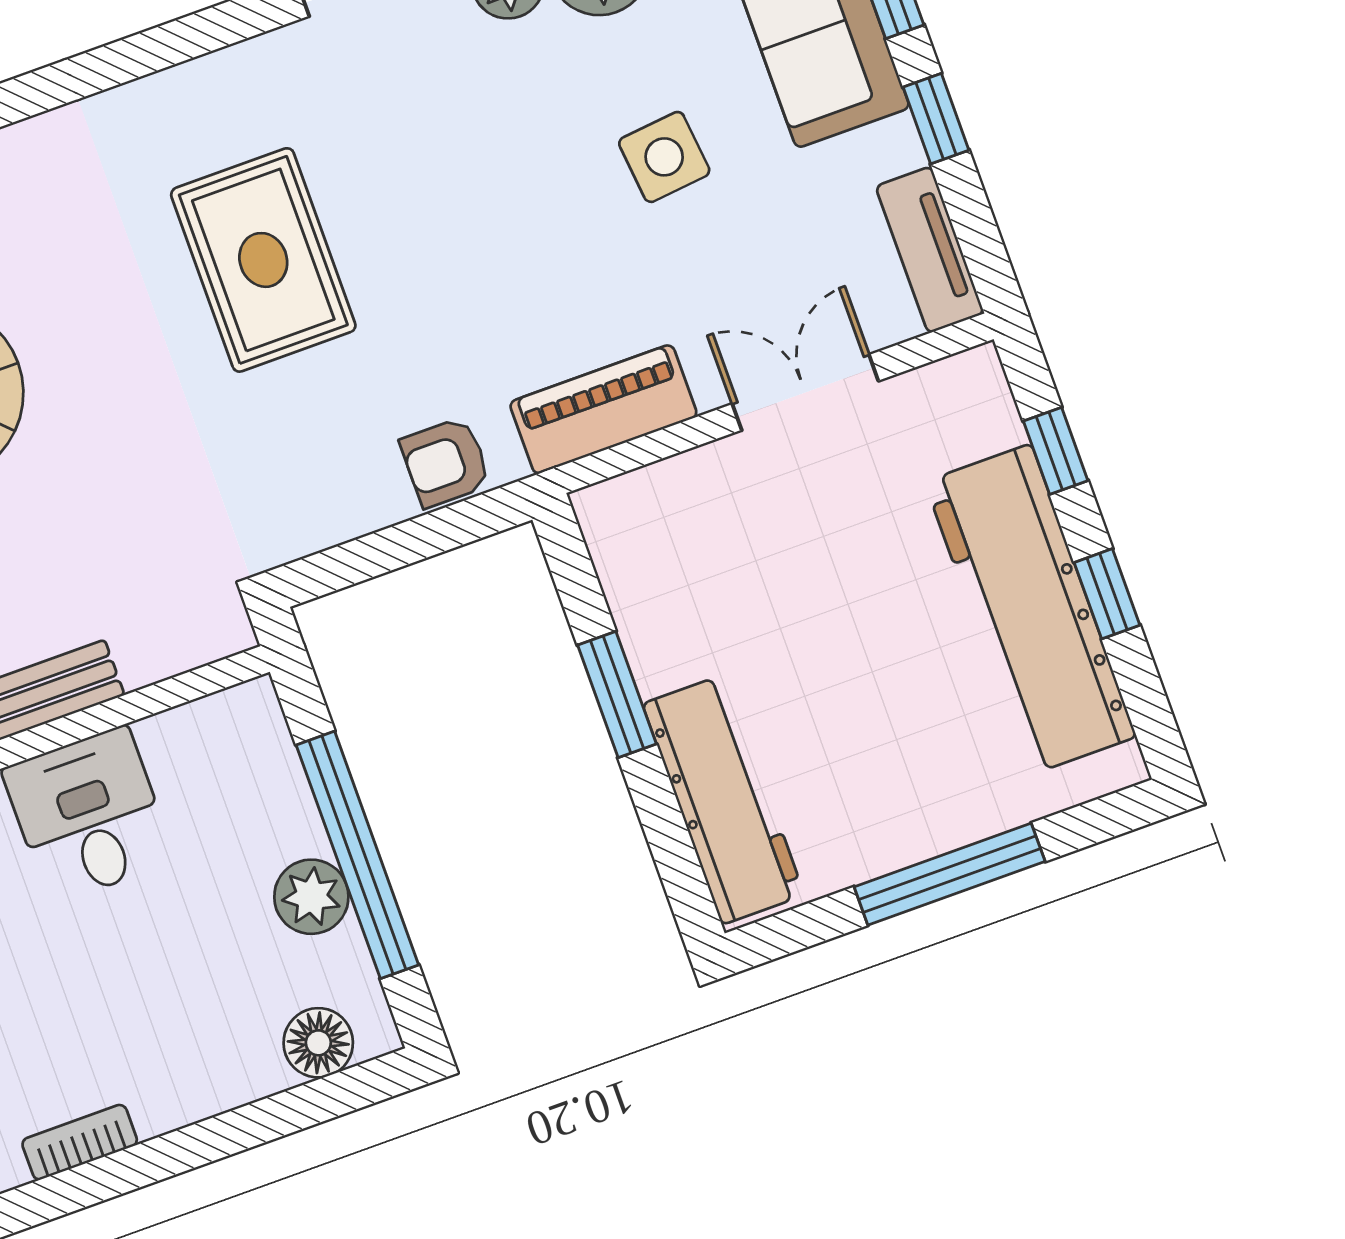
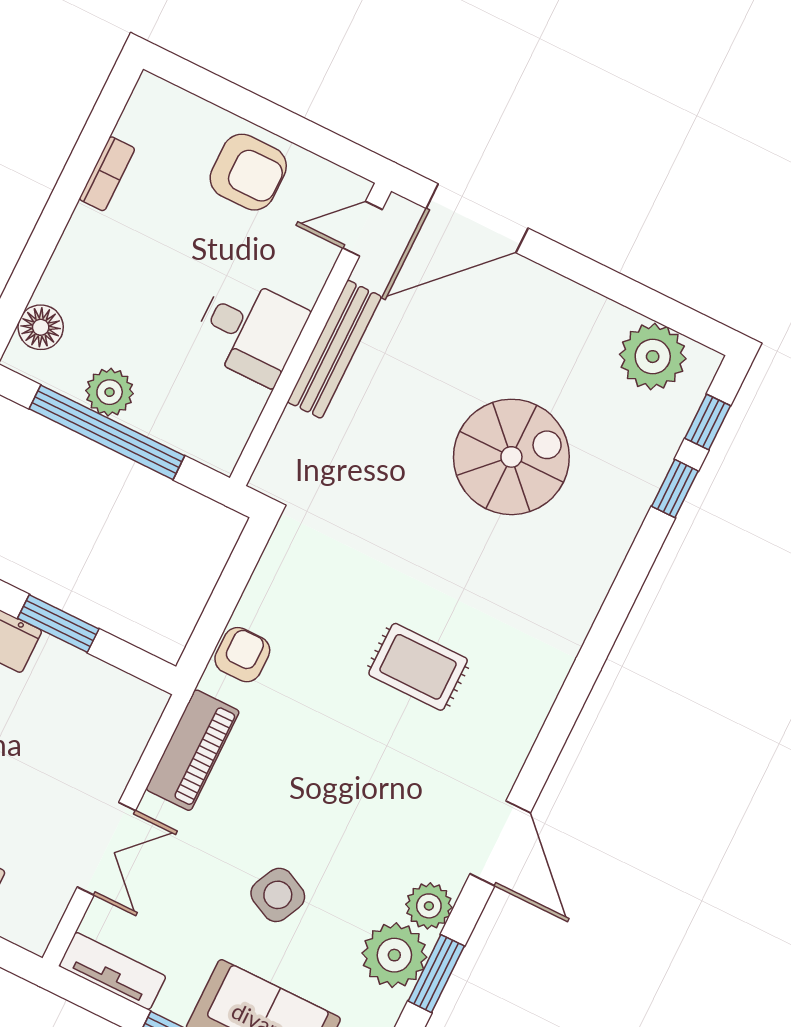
side table: (664, 157) -> (278, 895), turned 32
rug: (263, 260) -> (418, 667), width x0.73, depth x0.70

